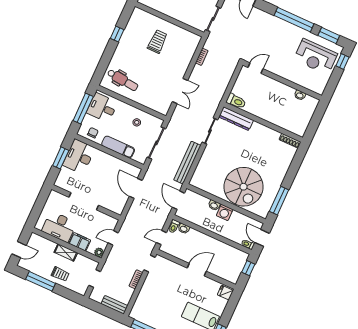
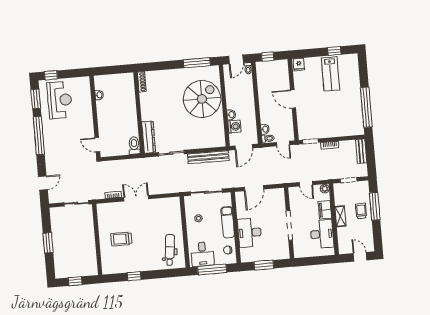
double door: (180, 91) -> (136, 198), moved
desk: (79, 157) -> (250, 233), moved, turned 90
washing machine: (225, 212) -> (234, 127), moved
window: (41, 281) -> (375, 206), moved

